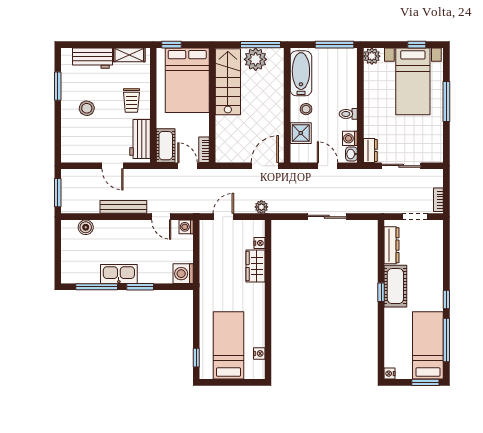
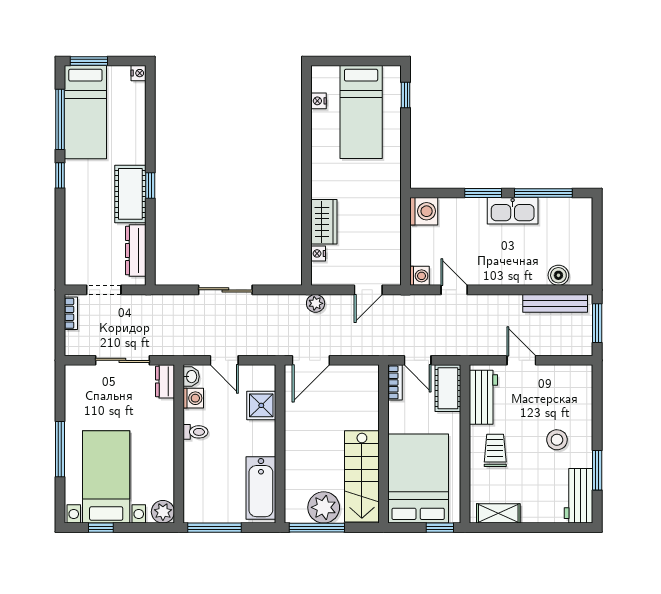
workbench: (92, 58) -> (579, 496), moved, turned -90
stool: (306, 109) -> (254, 439), removed
bench: (123, 207) -> (555, 303), moved

